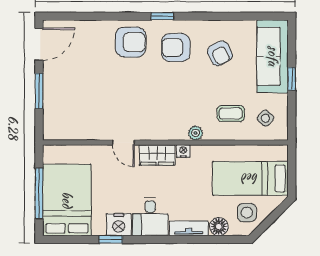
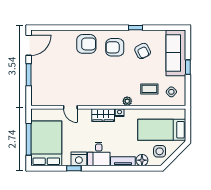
window: (162, 16) -> (135, 28), moved
door: (123, 143) -> (70, 107), moved

